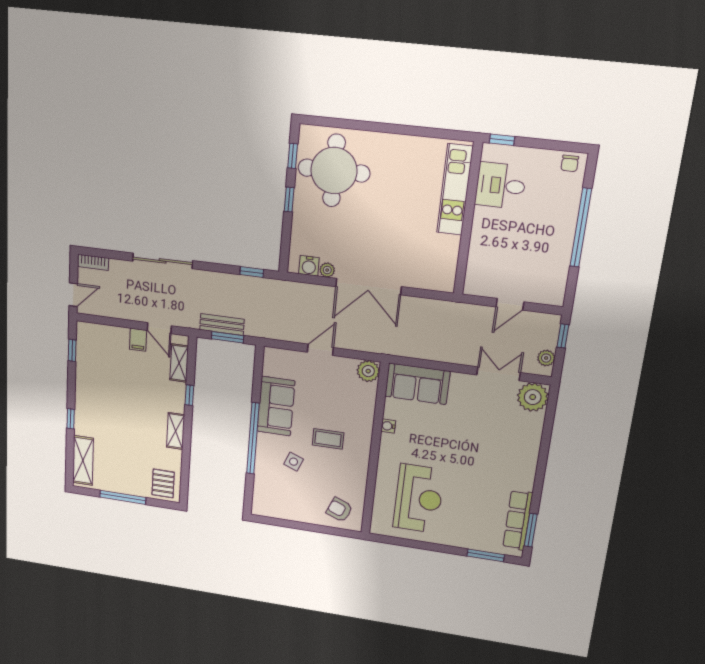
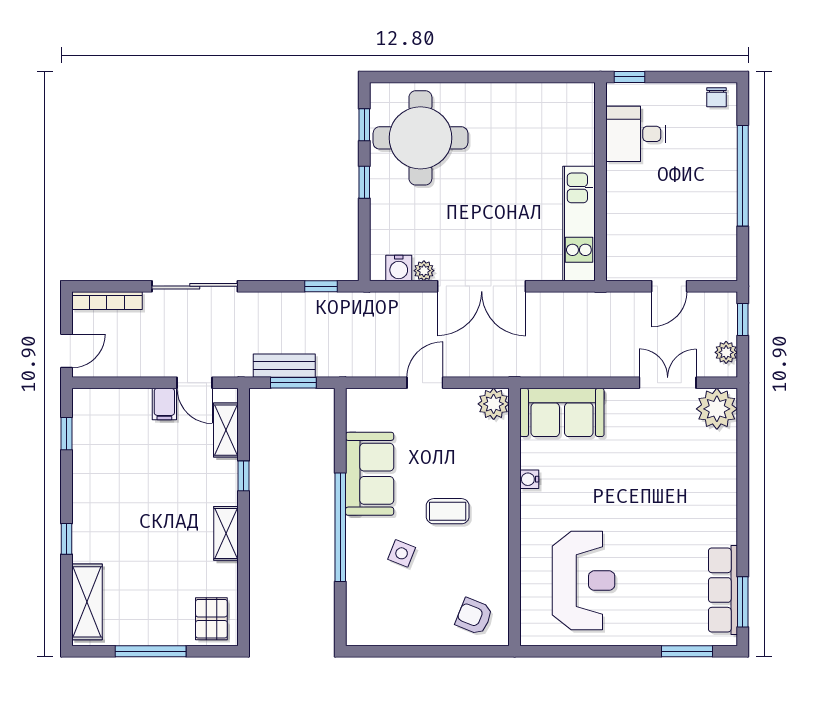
kitchen unit: (455, 190) -> (579, 223), moved
bookcase: (93, 262) -> (107, 301), width x1.56

